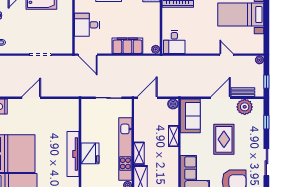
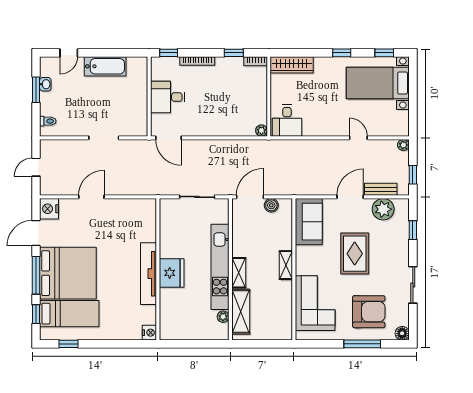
filing cabinet: (127, 46) -> (223, 126), removed
boiler: (173, 104) -> (271, 205), moved
shelving: (174, 136) -> (286, 265), moved

